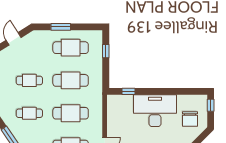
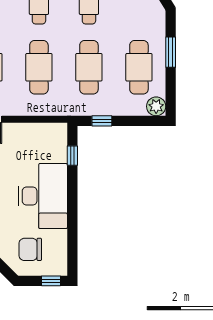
plant: (96, 36) -> (156, 106), added
window: (106, 51) -> (102, 121), moved

